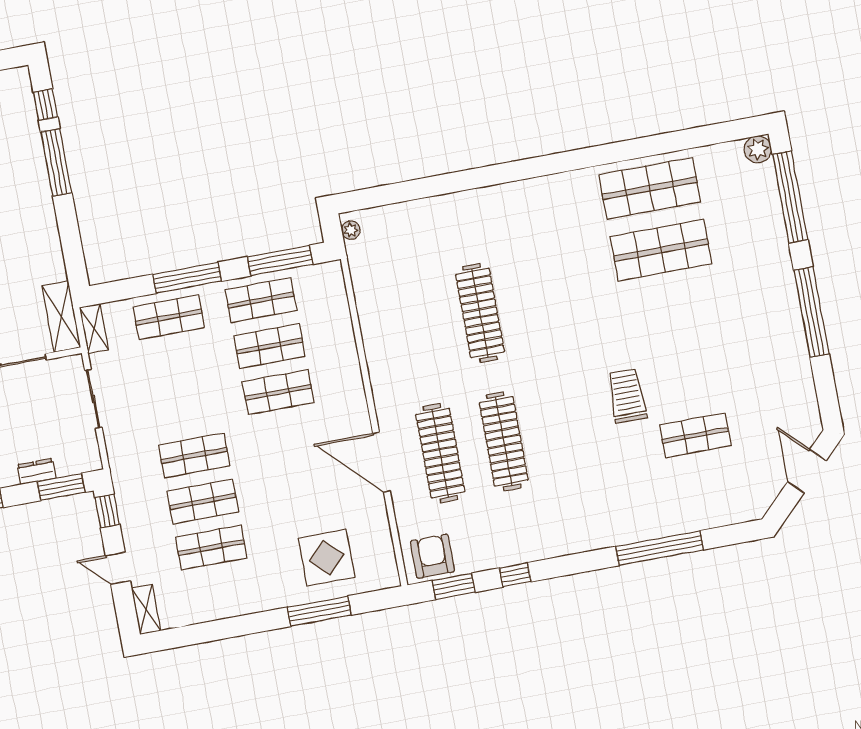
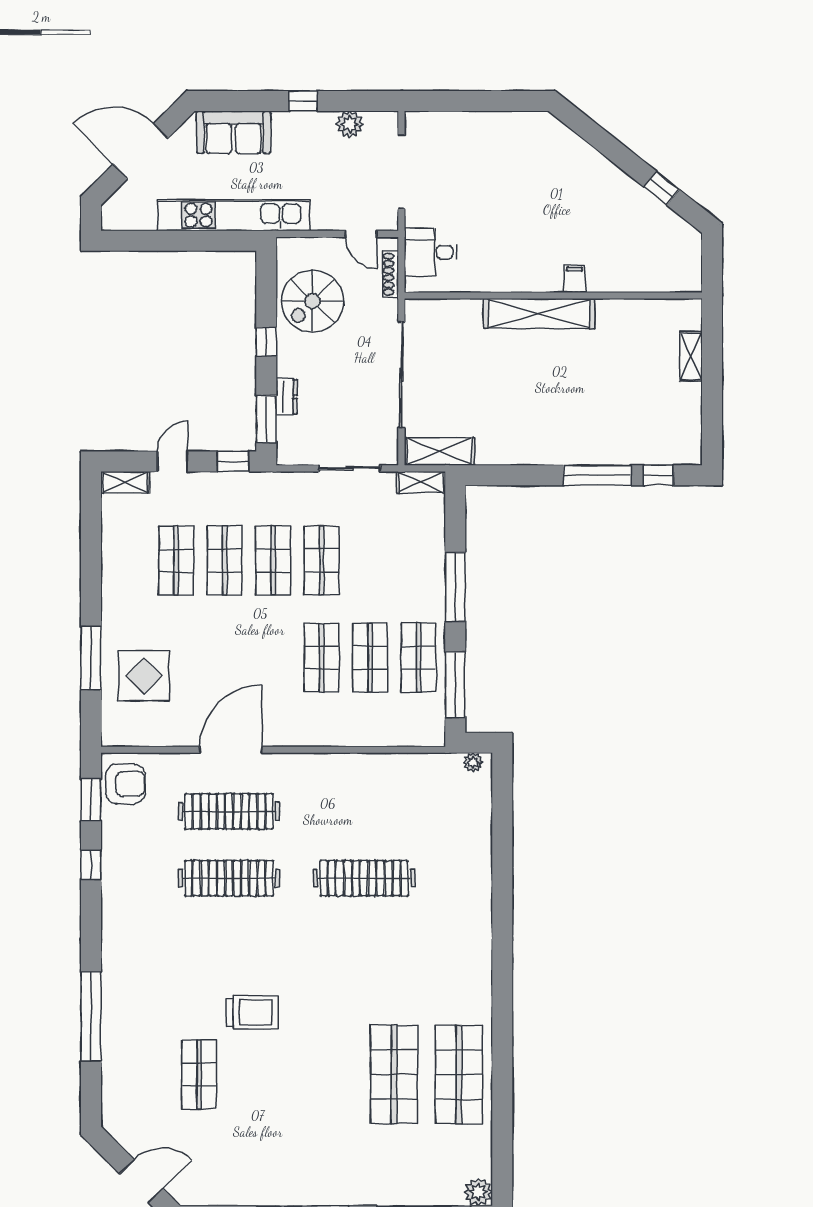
shop shelf: (169, 317) -> (322, 560), moved

